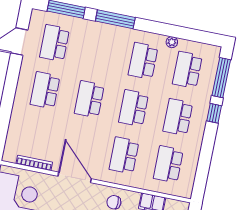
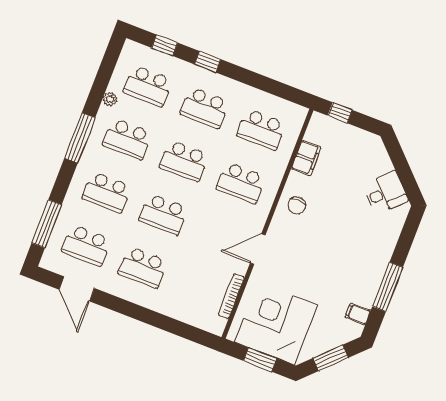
window: (115, 19) -> (80, 138), moved
school desk: (99, 52) -> (107, 192), added
window: (221, 78) -> (165, 45), width x0.46
door: (75, 177) -> (258, 249), width x0.73

